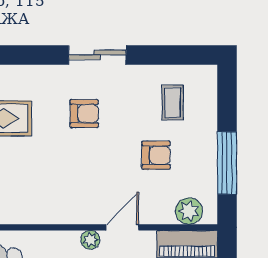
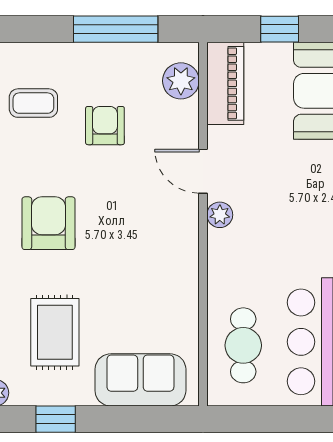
armchair: (84, 114) -> (49, 223), width x1.38, depth x1.38

